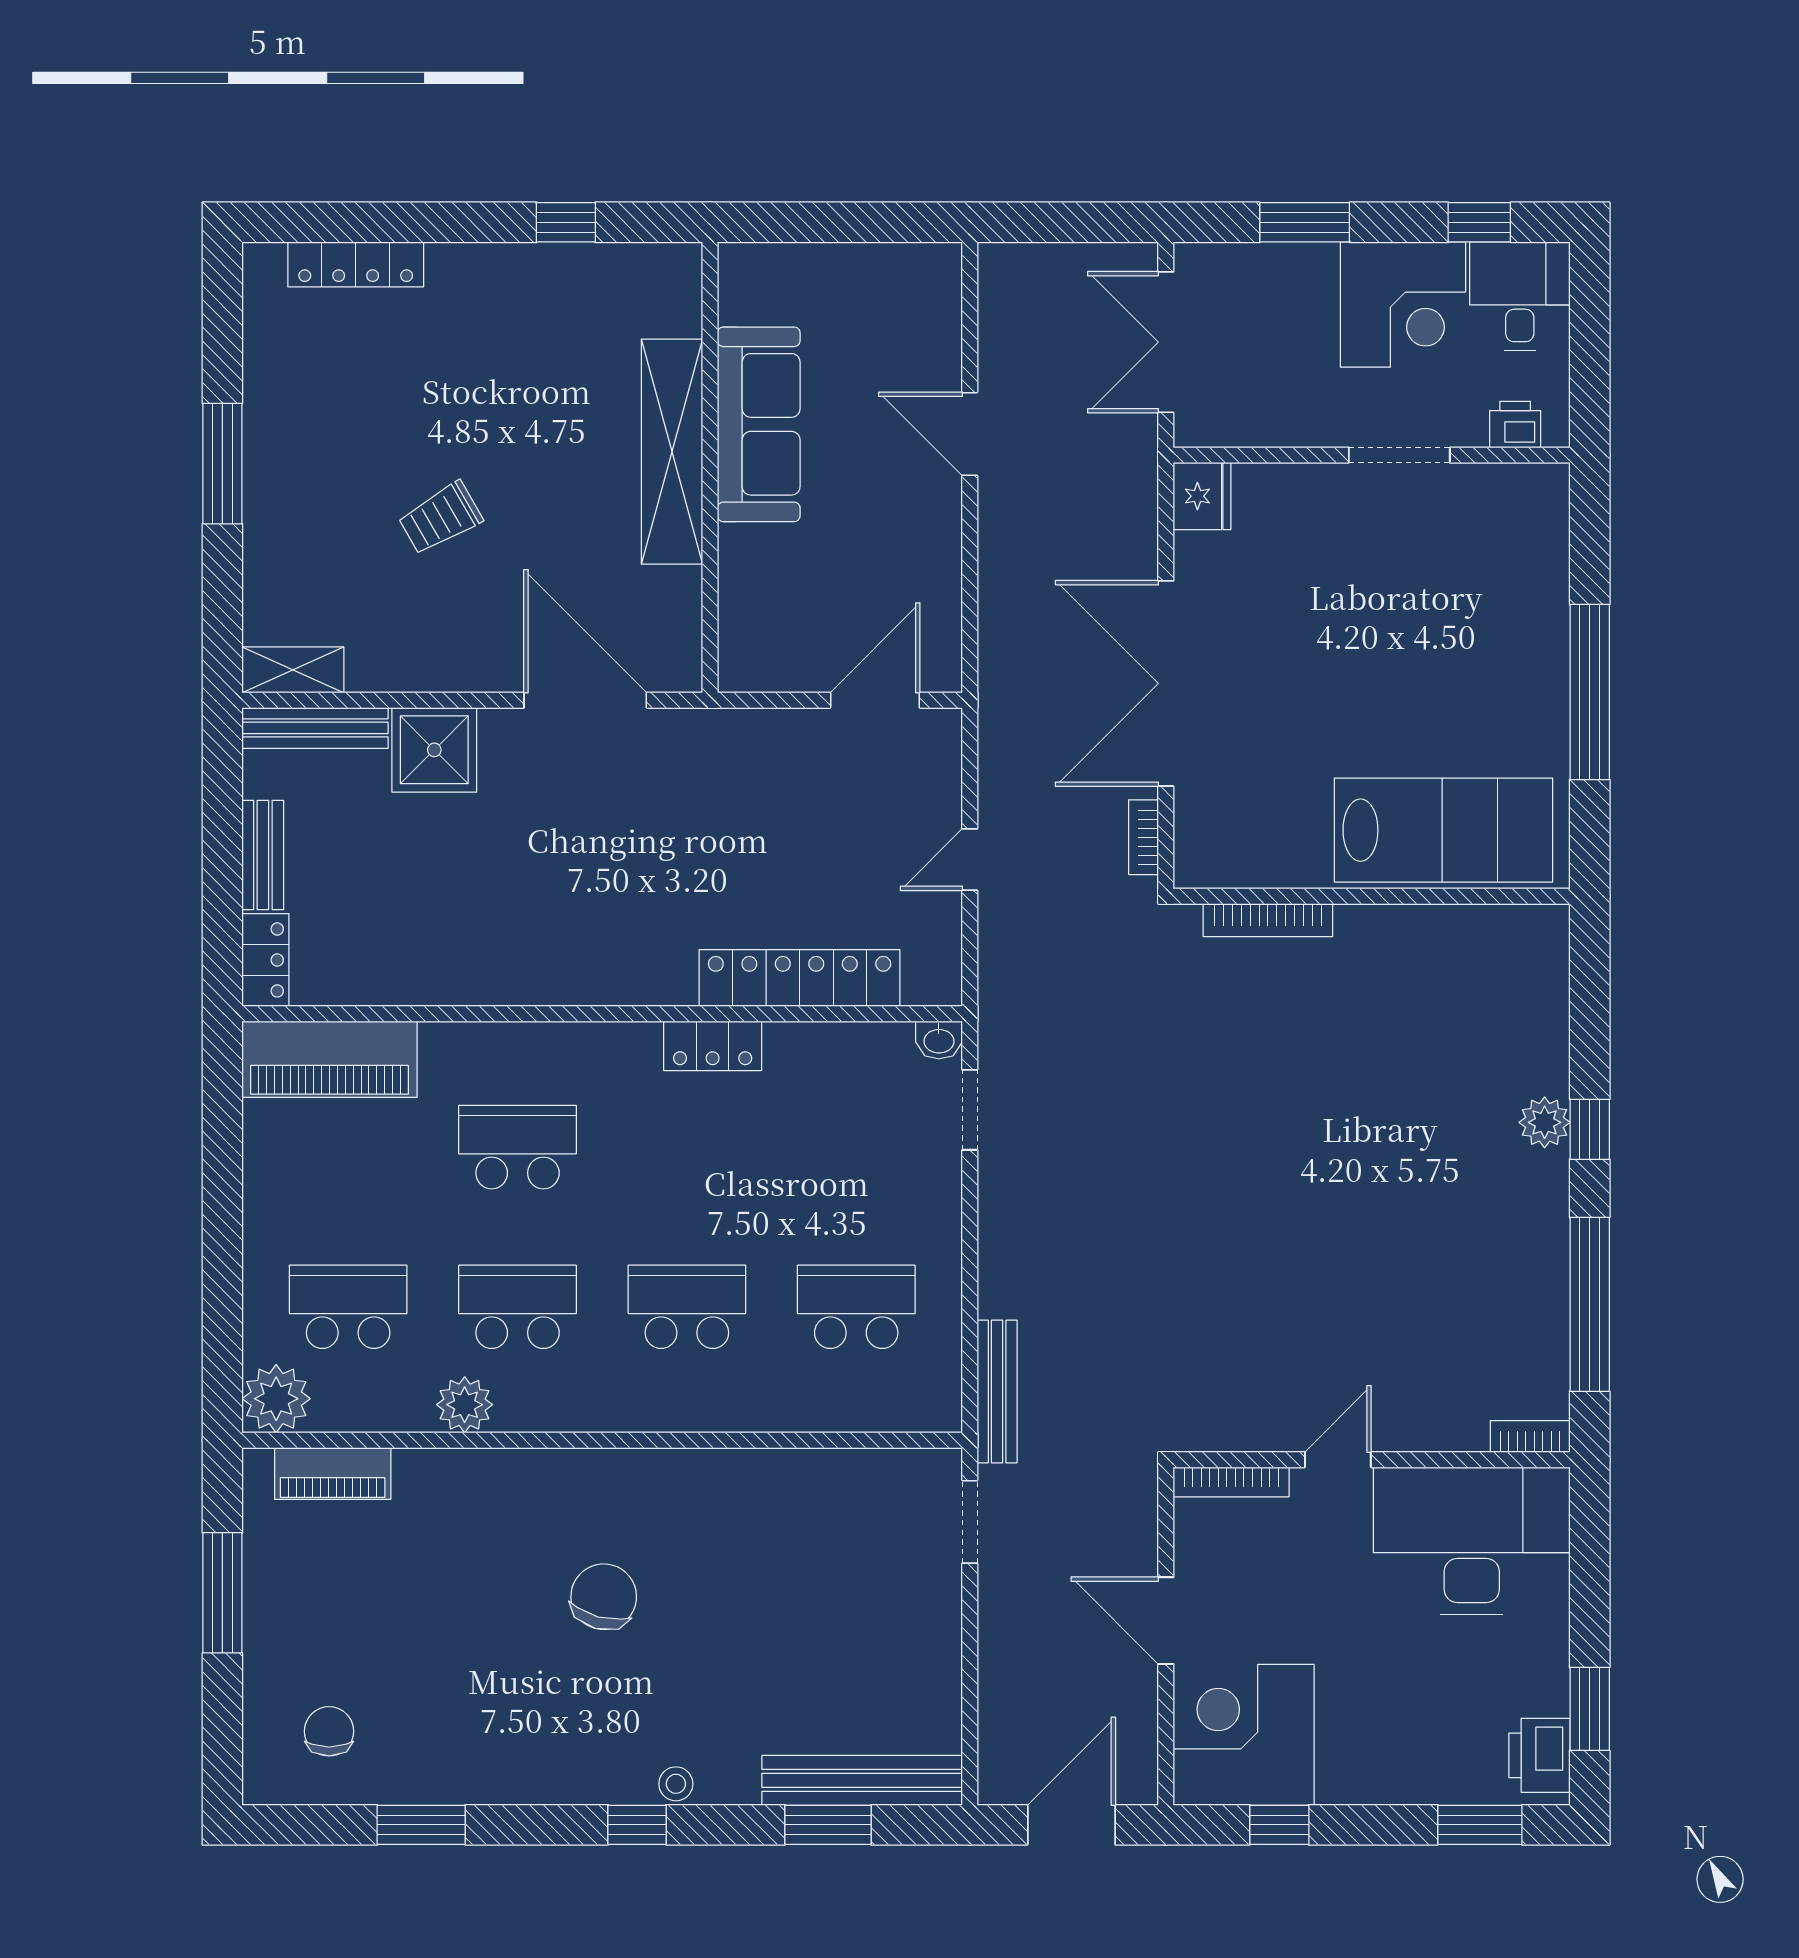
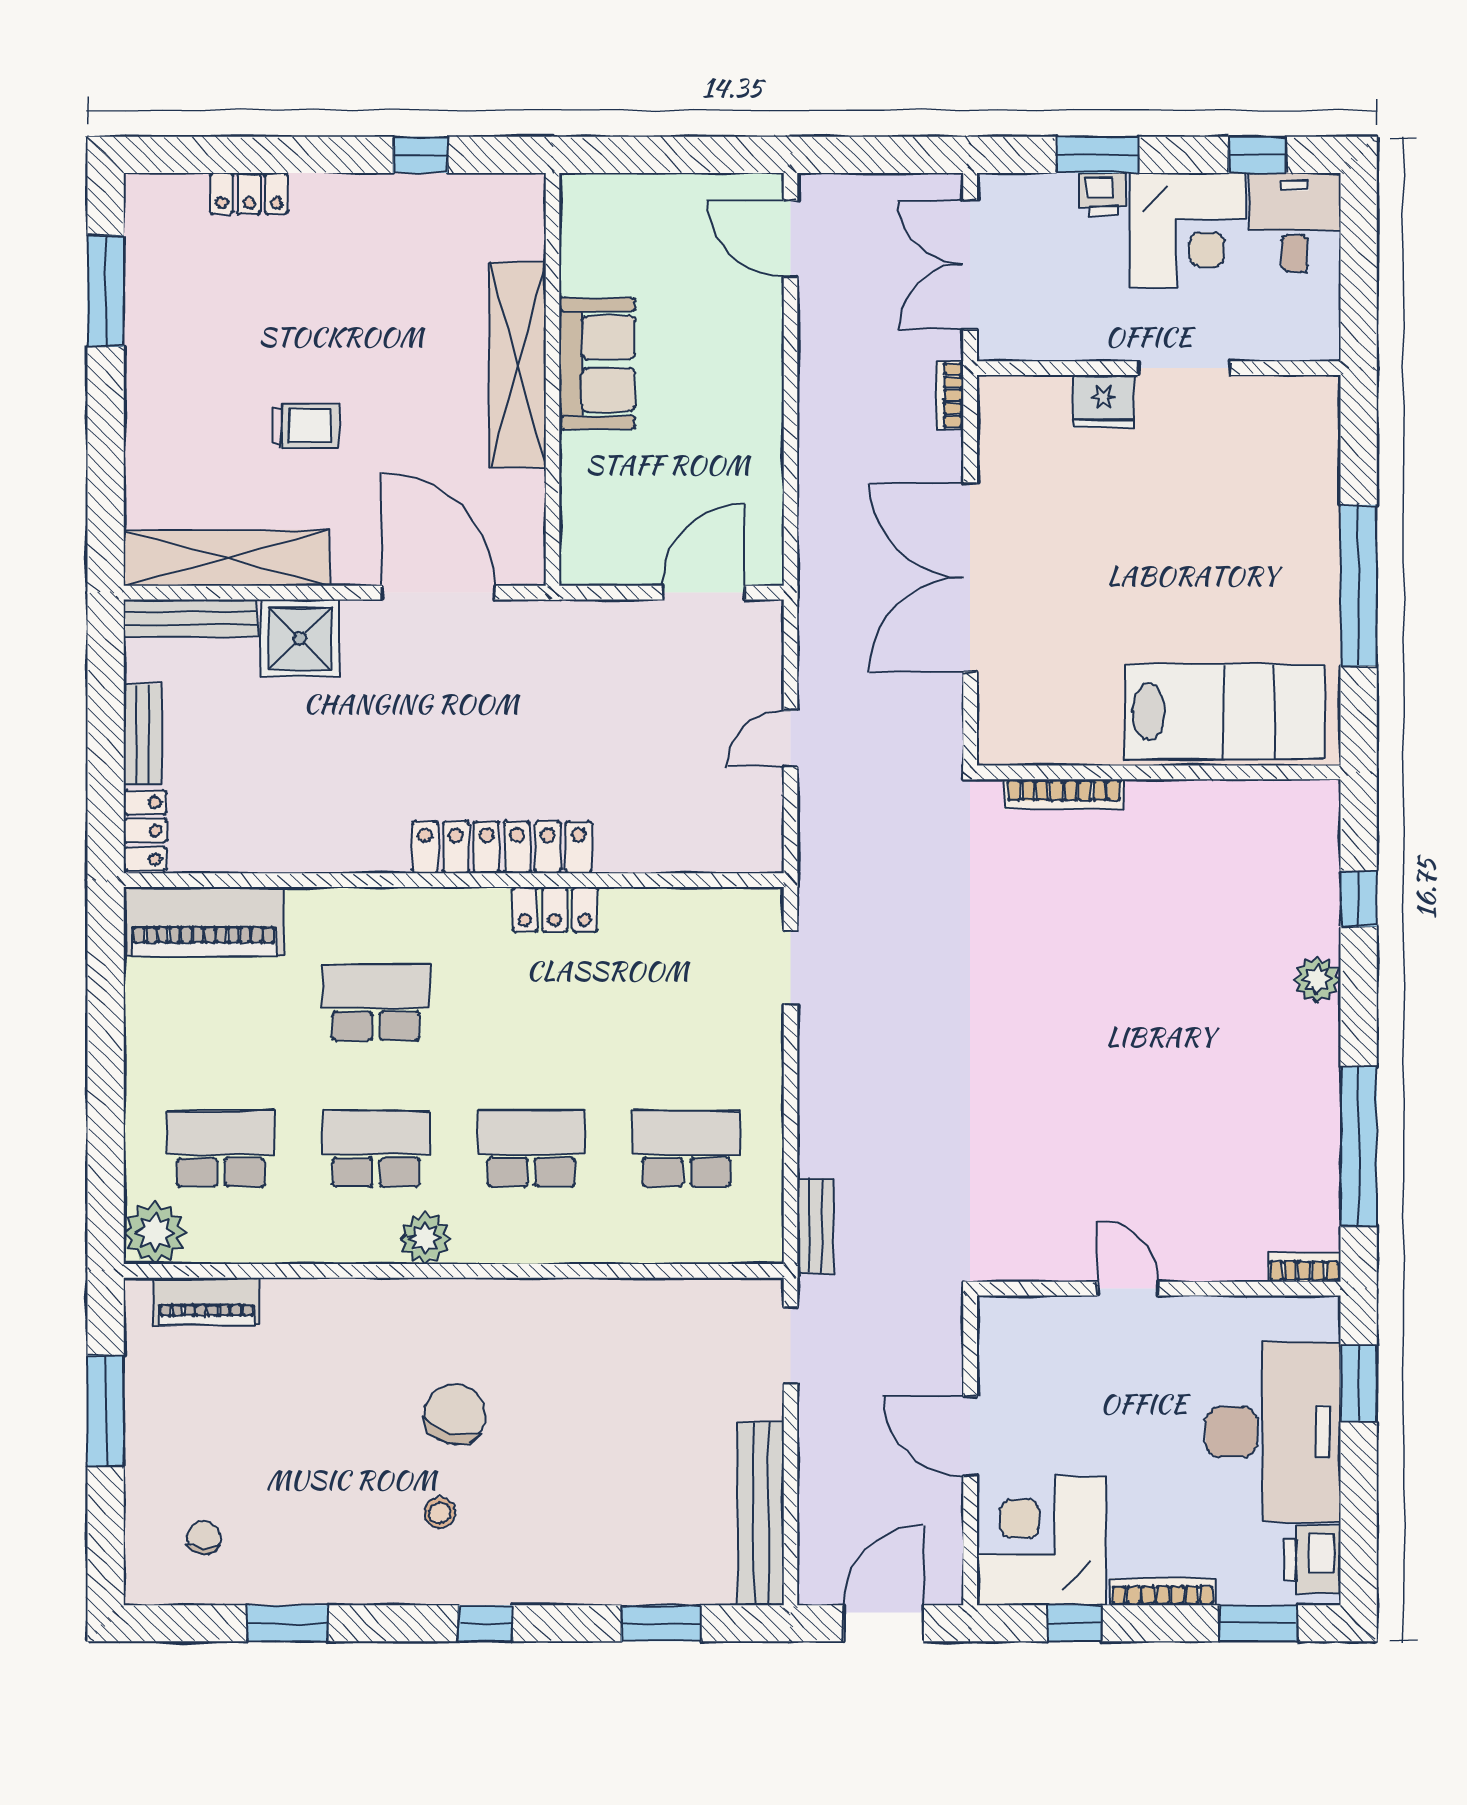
locker: (356, 264) -> (249, 193), width x0.66
sofa: (759, 424) -> (597, 364), width x0.73
printer: (1515, 425) -> (1103, 194), moved, turned 180
door: (970, 434) -> (791, 239), moved
window: (222, 464) -> (106, 291), moved
fridge: (1202, 496) -> (1103, 401), moved, turned 90
trolley: (440, 518) -> (305, 426), turned -150
shelving: (293, 670) -> (226, 558), width x2.20, depth x1.33
bookcase: (1143, 837) -> (950, 395), moved
locker: (800, 978) -> (502, 847), moved
washbasin: (939, 1040) -> (762, 904), removed
window: (1590, 1129) -> (1359, 899), moved
bench: (997, 1392) -> (816, 1226), width x0.73
plant: (465, 1405) -> (425, 1238), moved
door: (1338, 1460) -> (1128, 1289), hinge flipped
bookcase: (1231, 1482) -> (1163, 1592), moved, turned 180
desk: (1472, 1541) -> (1273, 1432), moved, turned 90
window: (1590, 1709) -> (1359, 1384), moved
chair: (329, 1731) -> (203, 1538), width x0.73, depth x0.73
bench: (862, 1780) -> (761, 1513), moved, turned 90
stool: (676, 1784) -> (440, 1513), moved

